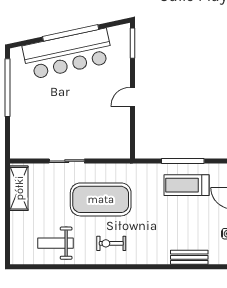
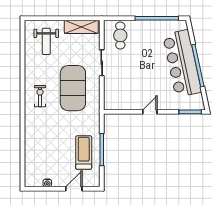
door: (132, 97) -> (150, 112), hinge flipped
cafe table: (30, 136) -> (120, 35), added
weight bench: (55, 243) -> (46, 41), moved, turned 180
bench: (189, 257) -> (30, 155), removed

